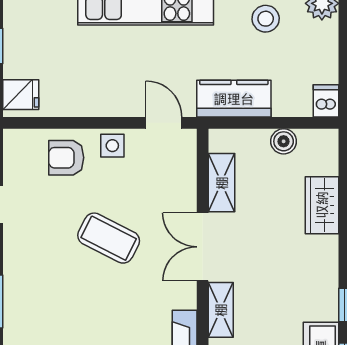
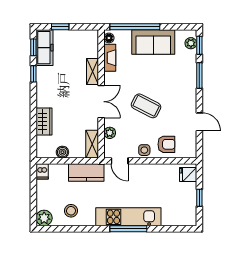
plant: (185, 182) -> (110, 133), added
shelving: (222, 183) -> (92, 144), moved

